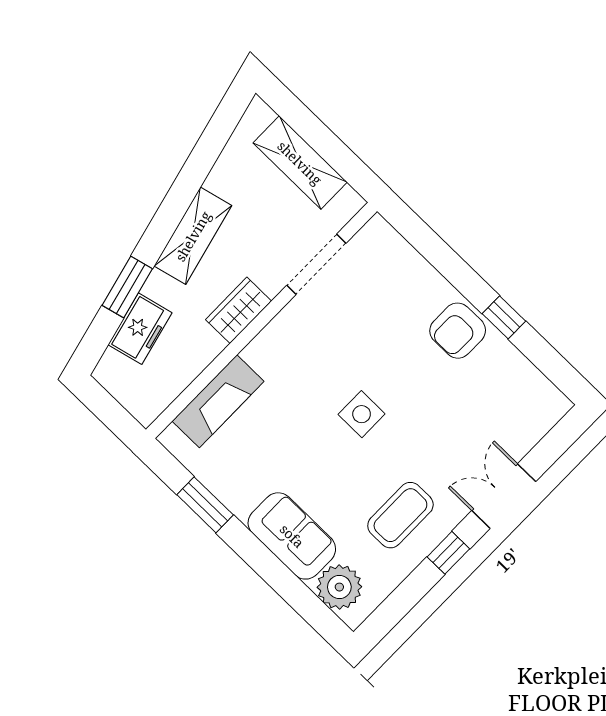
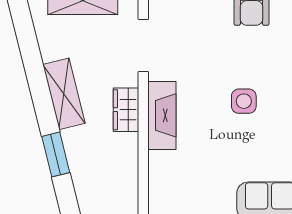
freezer: (140, 329) -> (84, 170), removed
fireplace: (218, 401) -> (162, 115), moved

